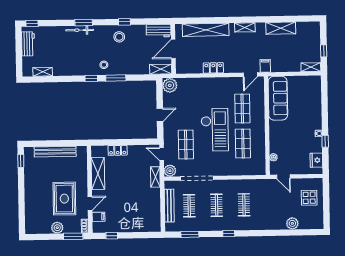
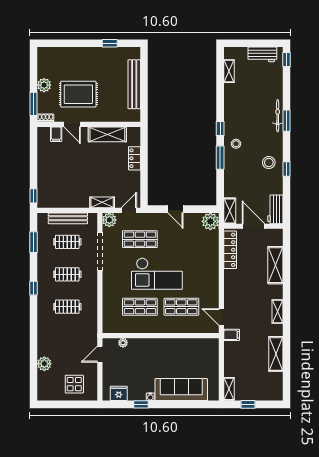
shelving: (206, 30) -> (275, 265), width x0.68
locker: (213, 68) -> (230, 250), moved, width x1.53
sofa: (278, 98) -> (181, 390), moved, turned 180
window: (21, 161) -> (110, 43), moved
window: (112, 236) -> (34, 196), moved

